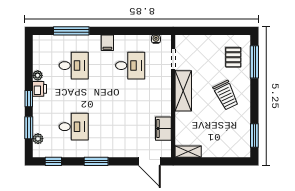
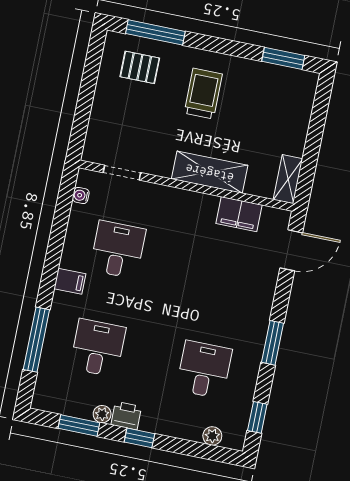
shelving: (183, 91) -> (210, 172), moved
trolley: (226, 95) -> (203, 94), turned -64
window: (29, 128) -> (79, 426), moved

